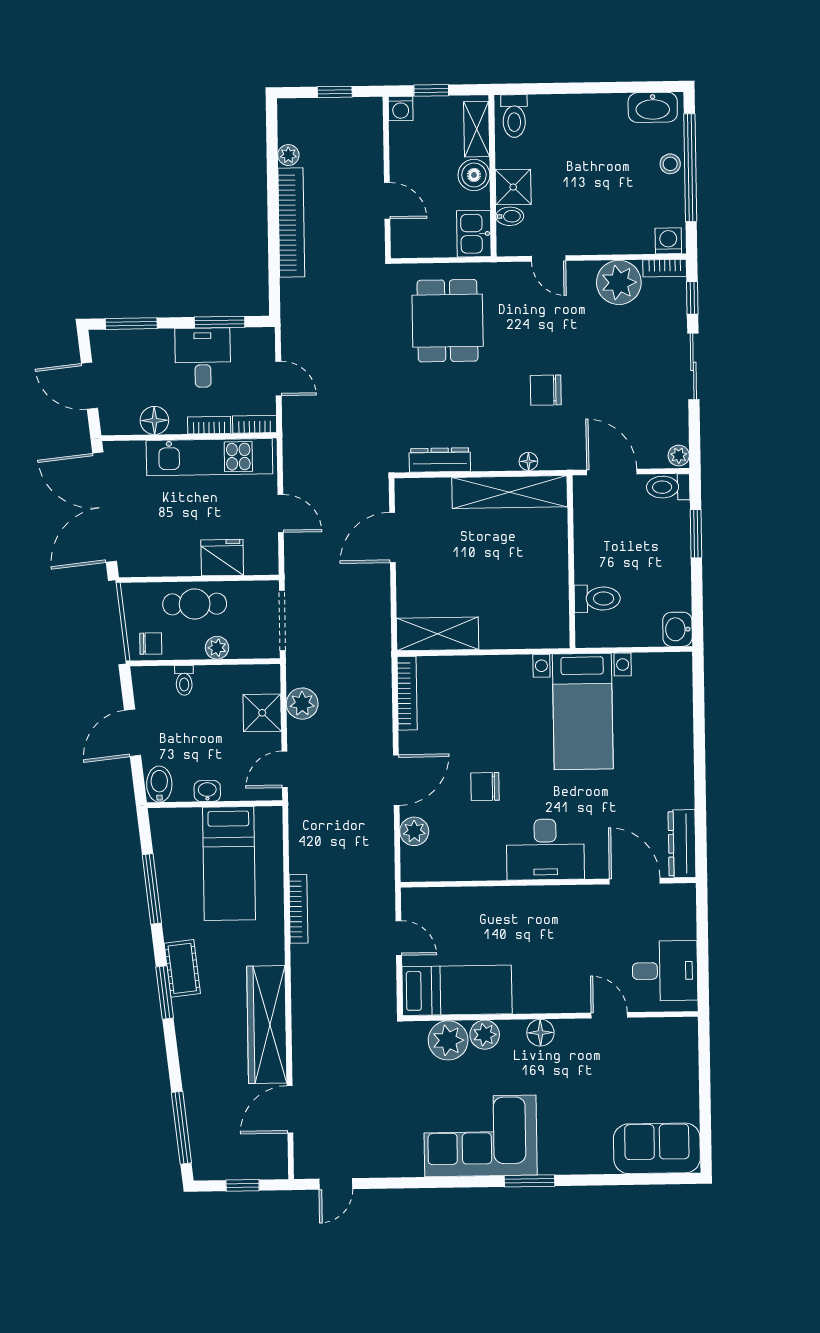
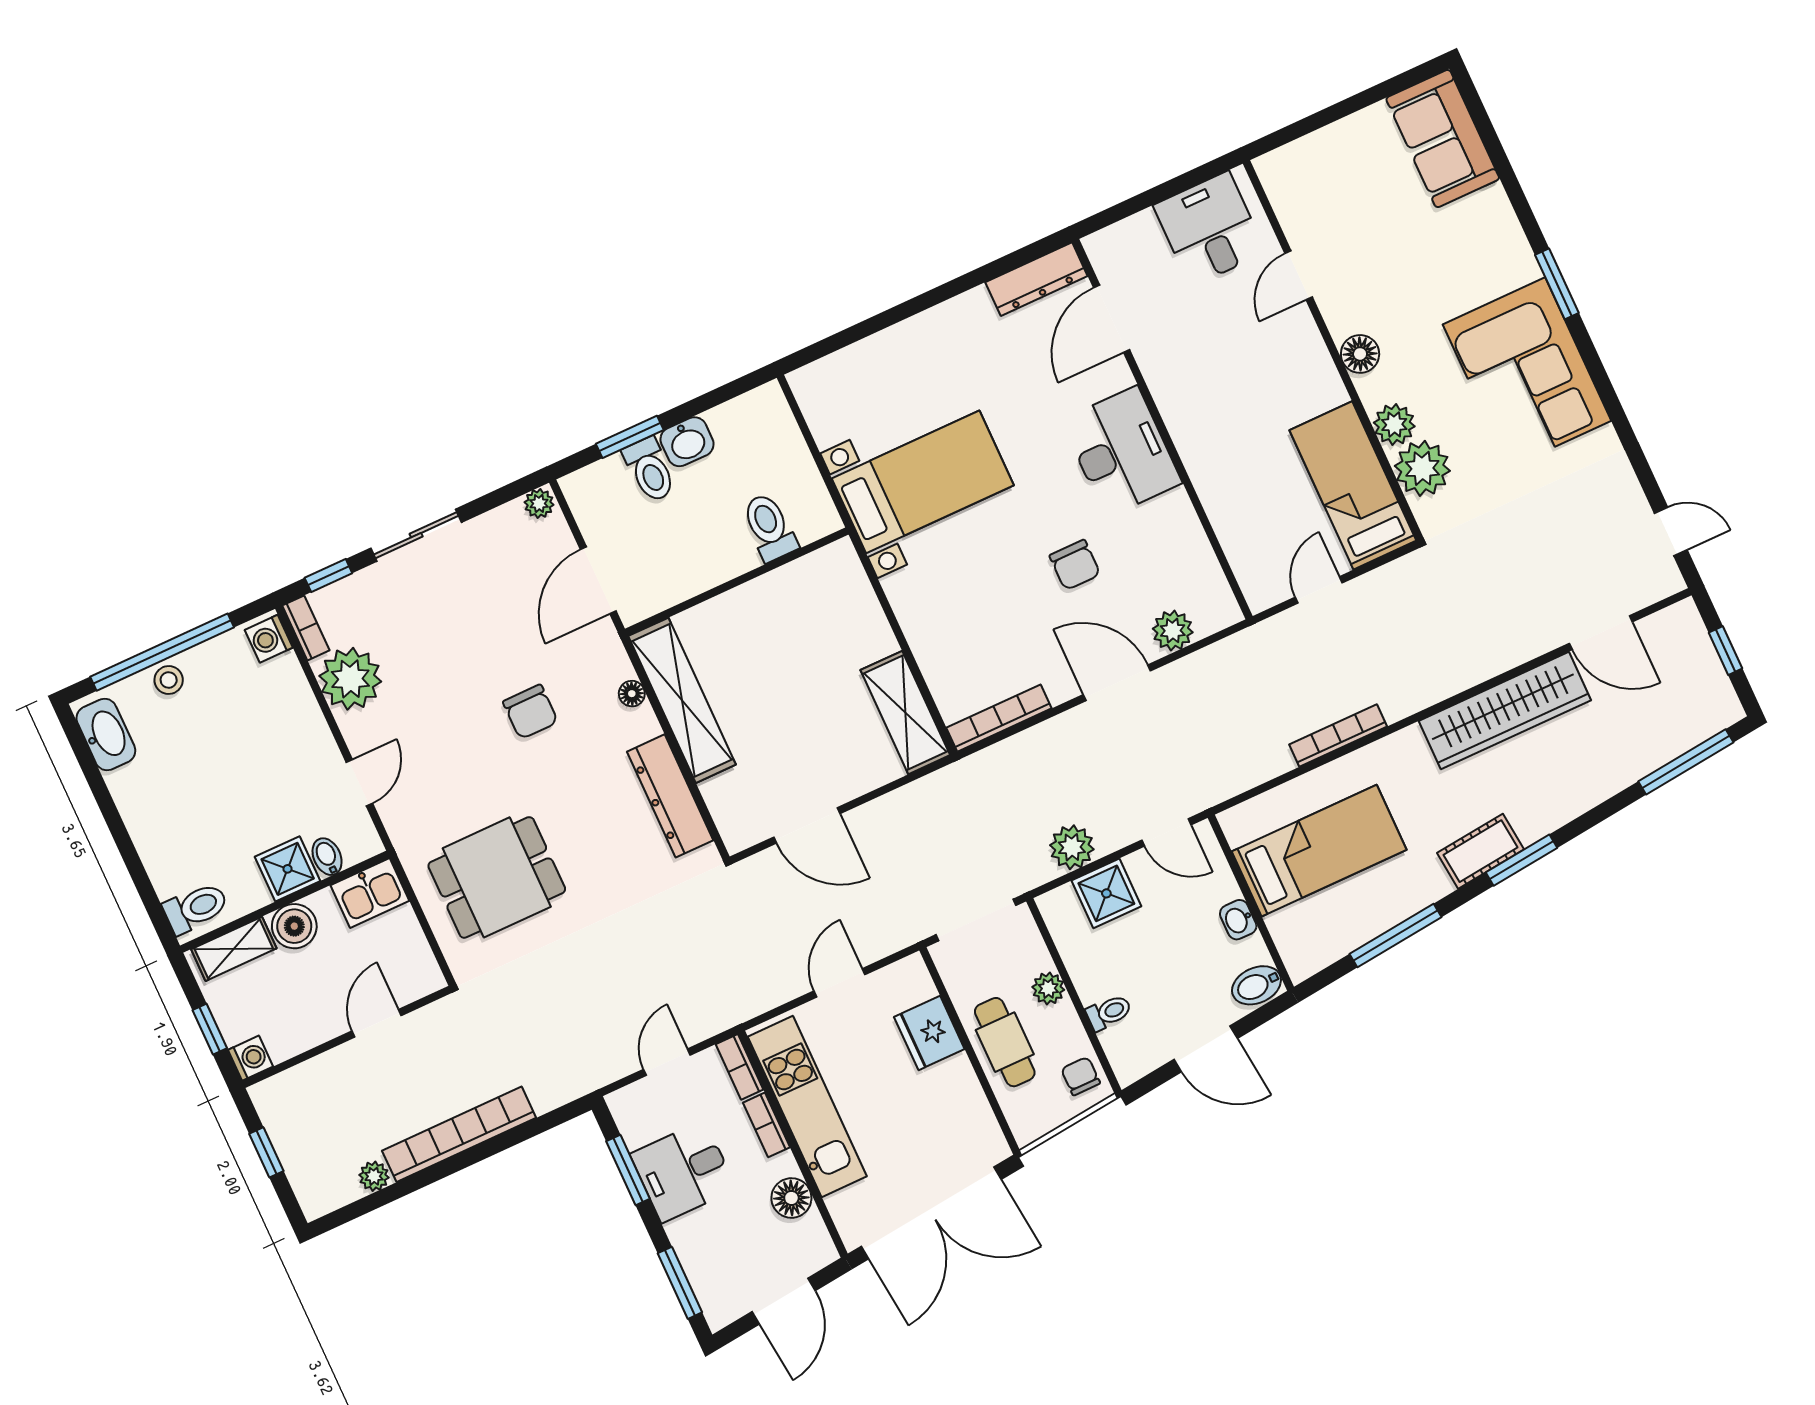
dresser: (440, 460) -> (670, 796), width x1.37, depth x1.24
toilet: (668, 487) -> (650, 470), moved
washbasin: (677, 629) -> (687, 442), moved

